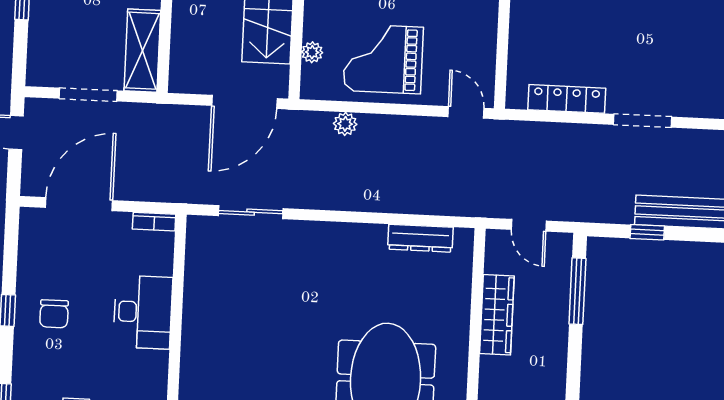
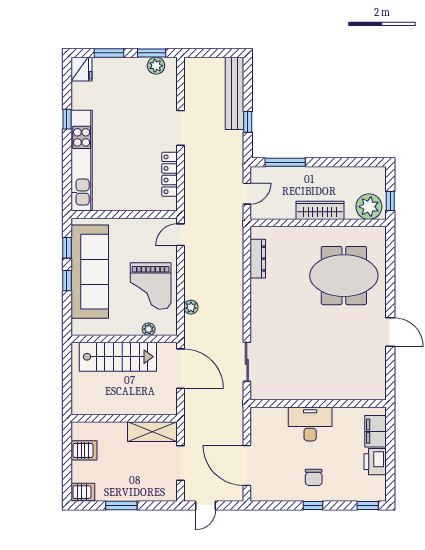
bookcase: (154, 222) -> (255, 420), removed
chair: (54, 314) -> (314, 477), turned 90
wardrobe: (497, 315) -> (320, 210), moved

